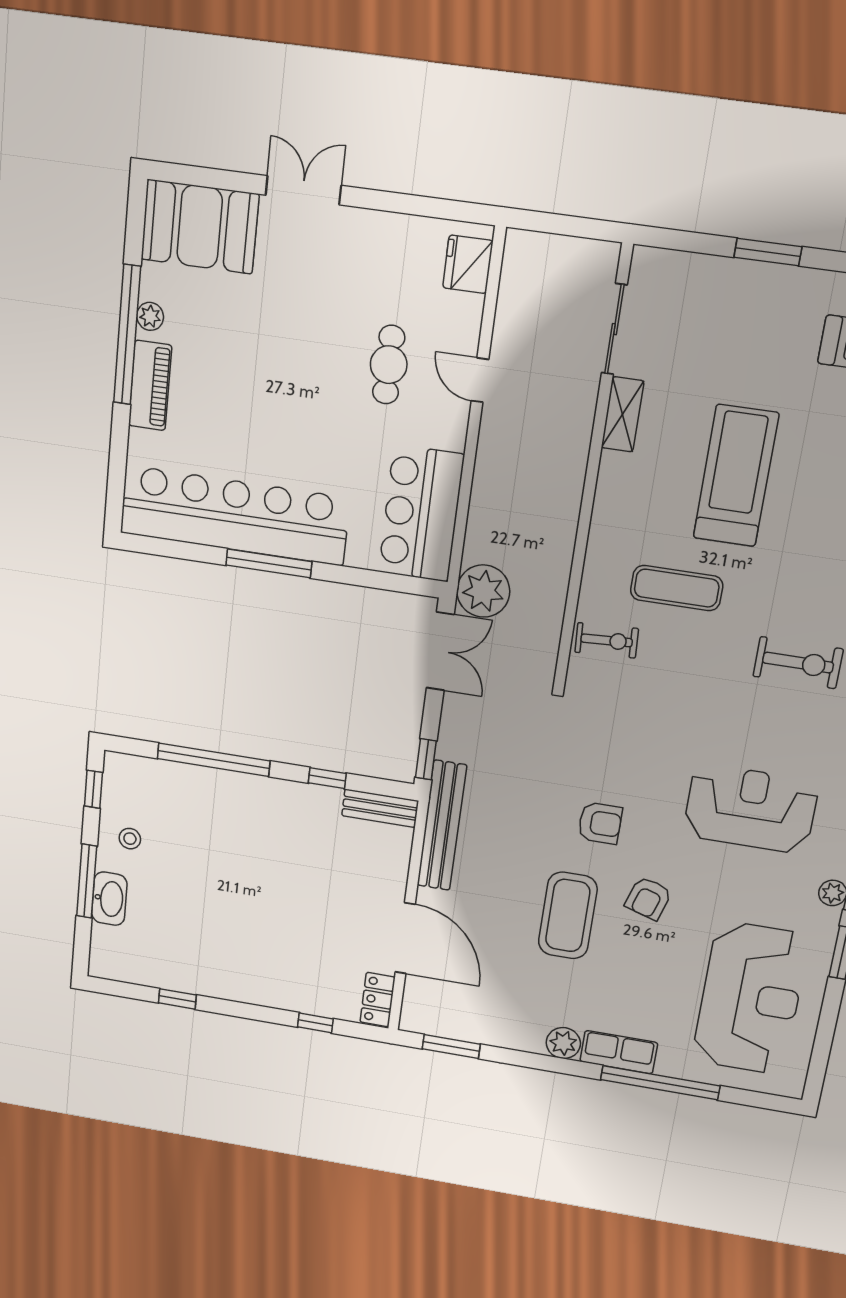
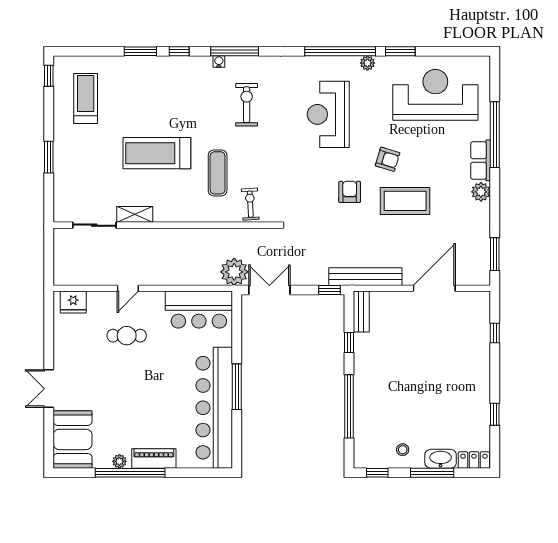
locker: (378, 1000) -> (474, 460), moved, turned 180

